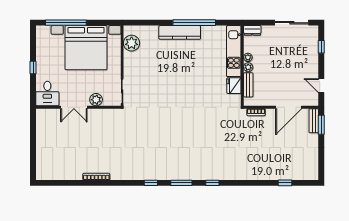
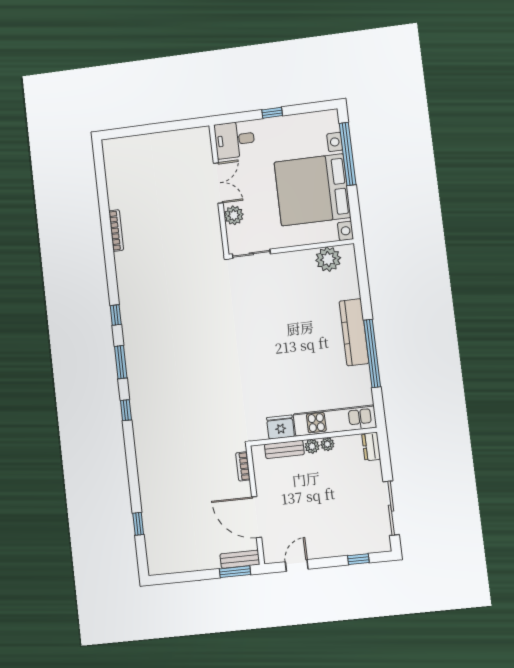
double door: (74, 107) -> (218, 183), swing flipped

